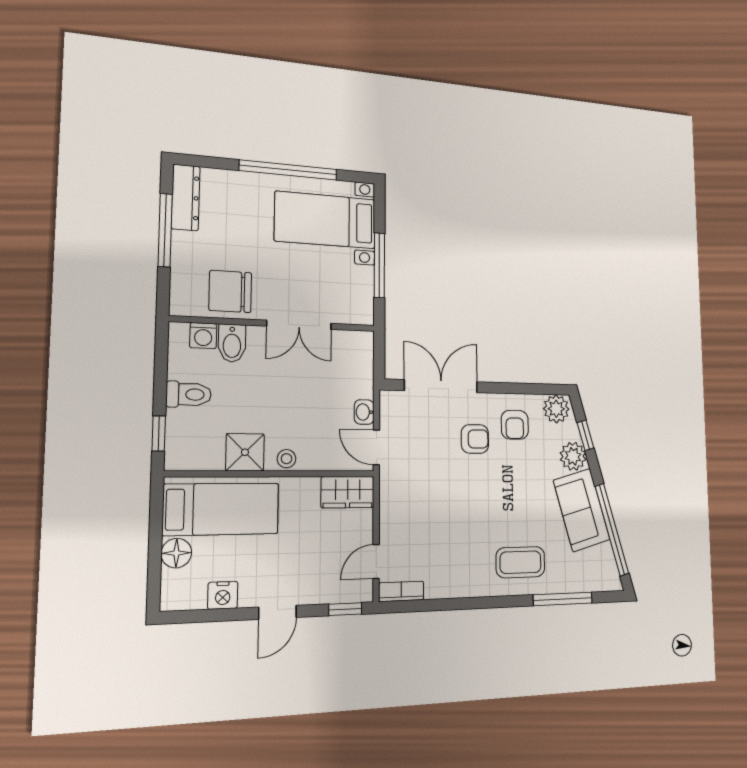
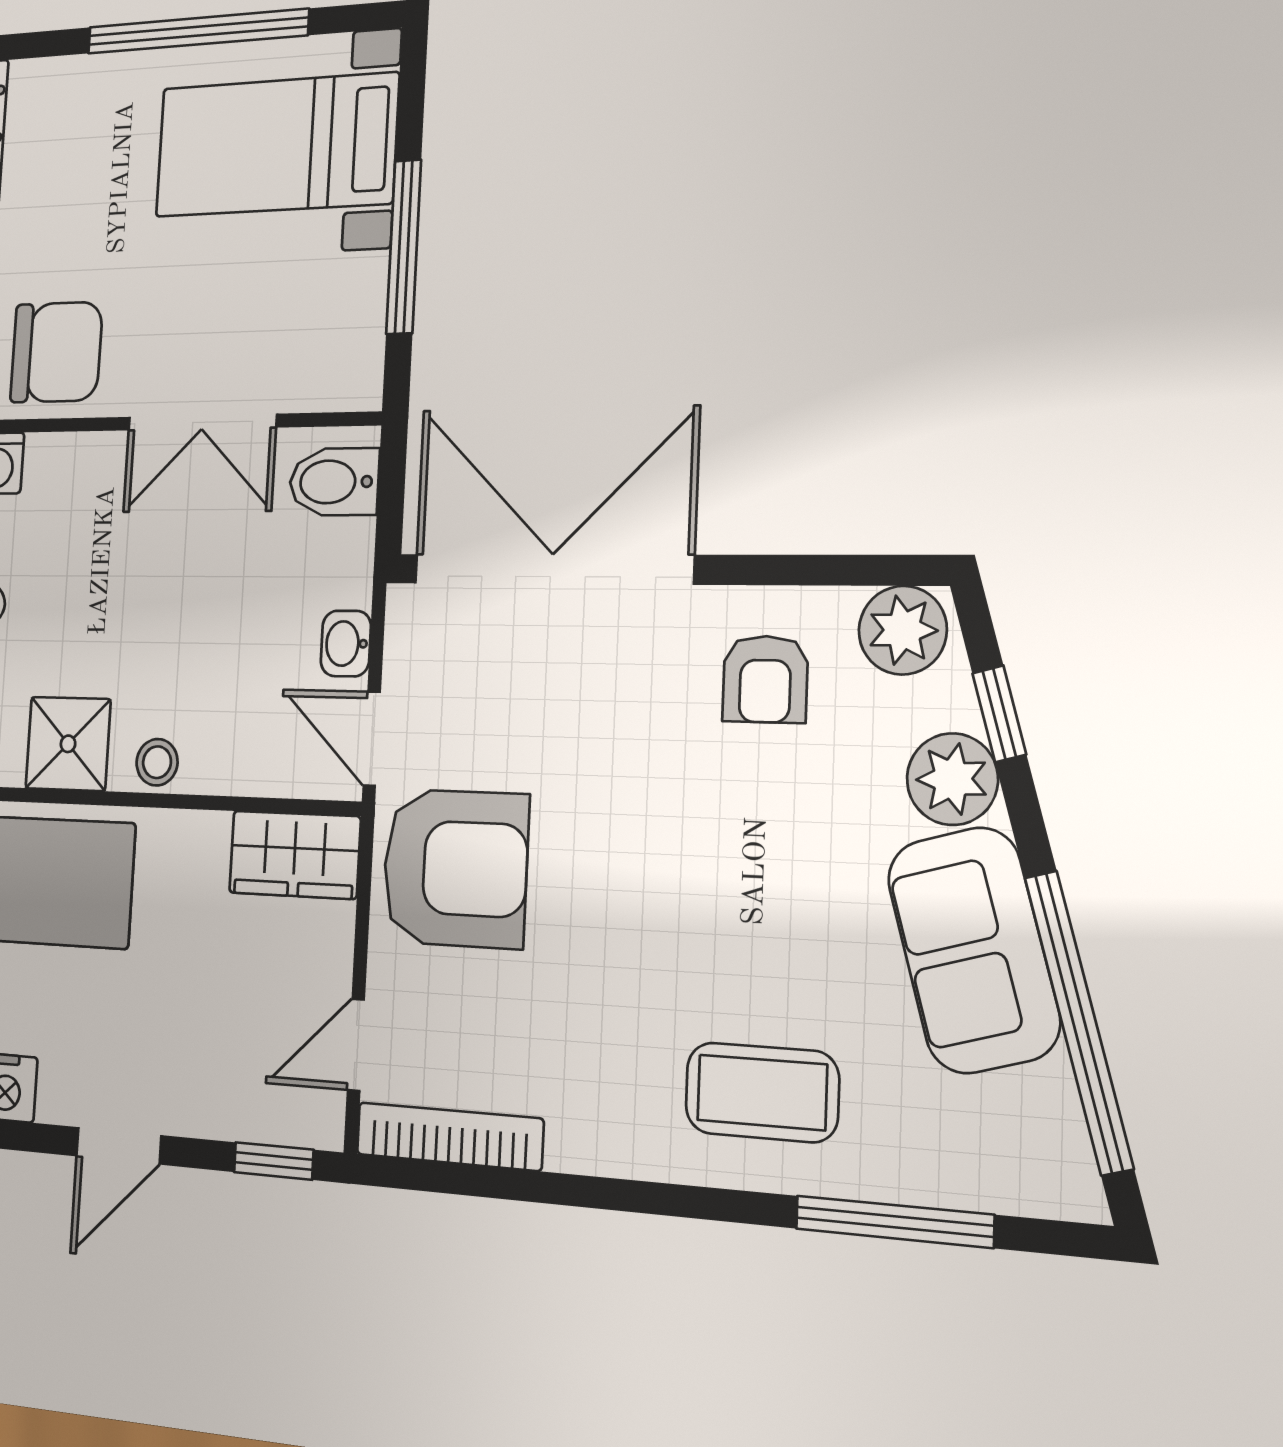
chair: (230, 291) -> (56, 352), turned 180
bidet: (232, 343) -> (334, 482), moved, turned 90
double door: (441, 386) -> (552, 569), width x1.36
armchair: (475, 439) -> (455, 868), moved, width x1.88, depth x1.88
bookcase: (401, 591) -> (449, 1136), width x1.56

